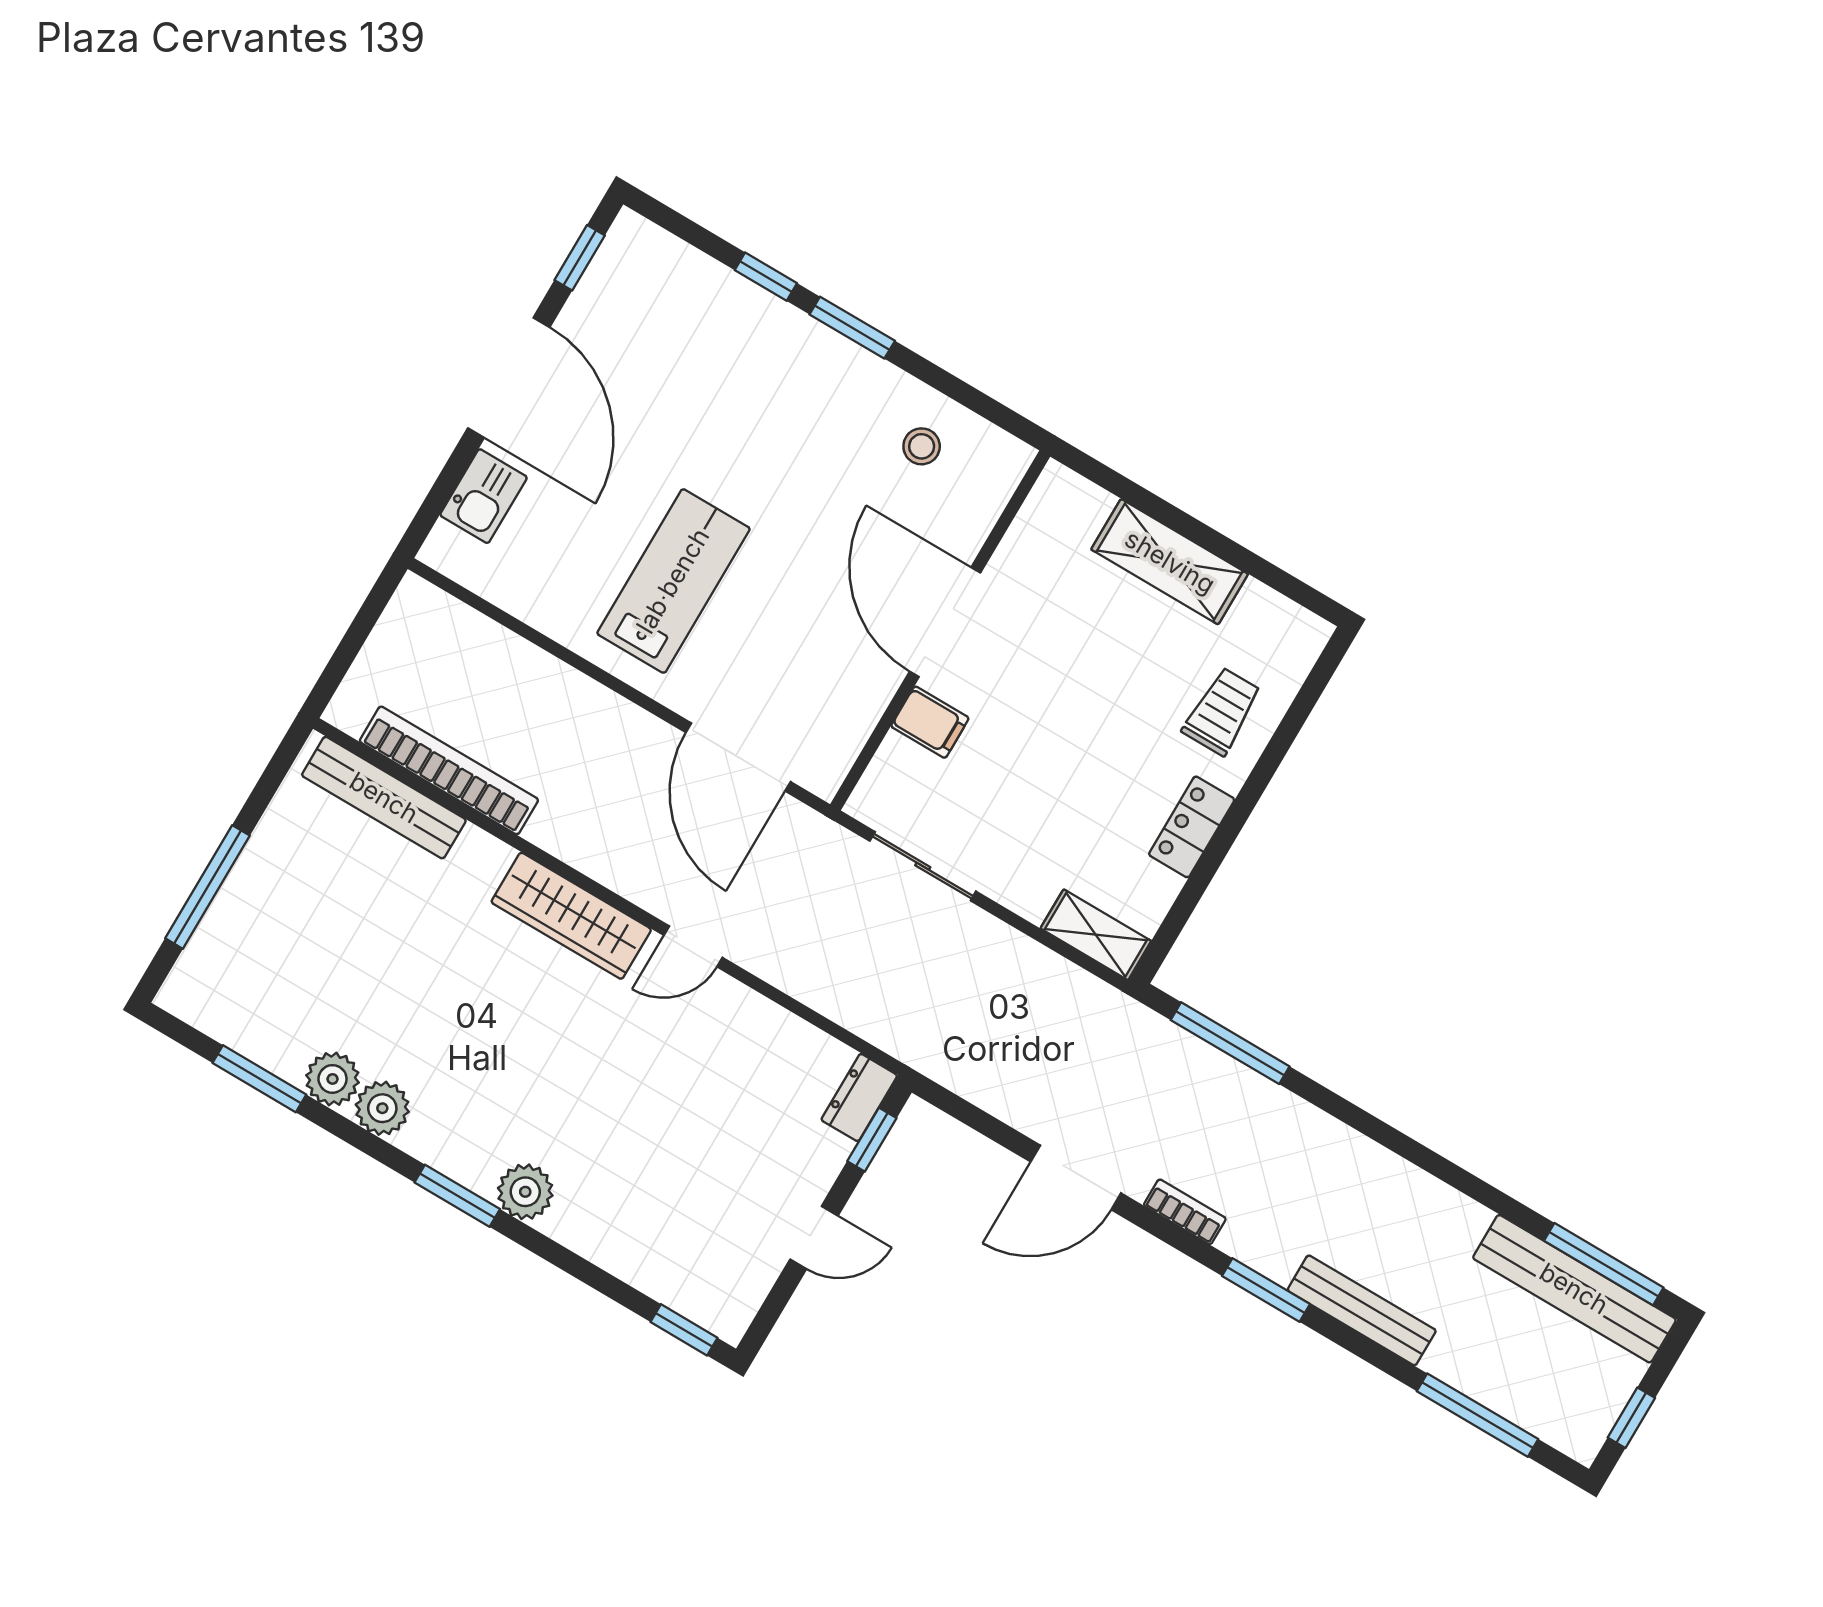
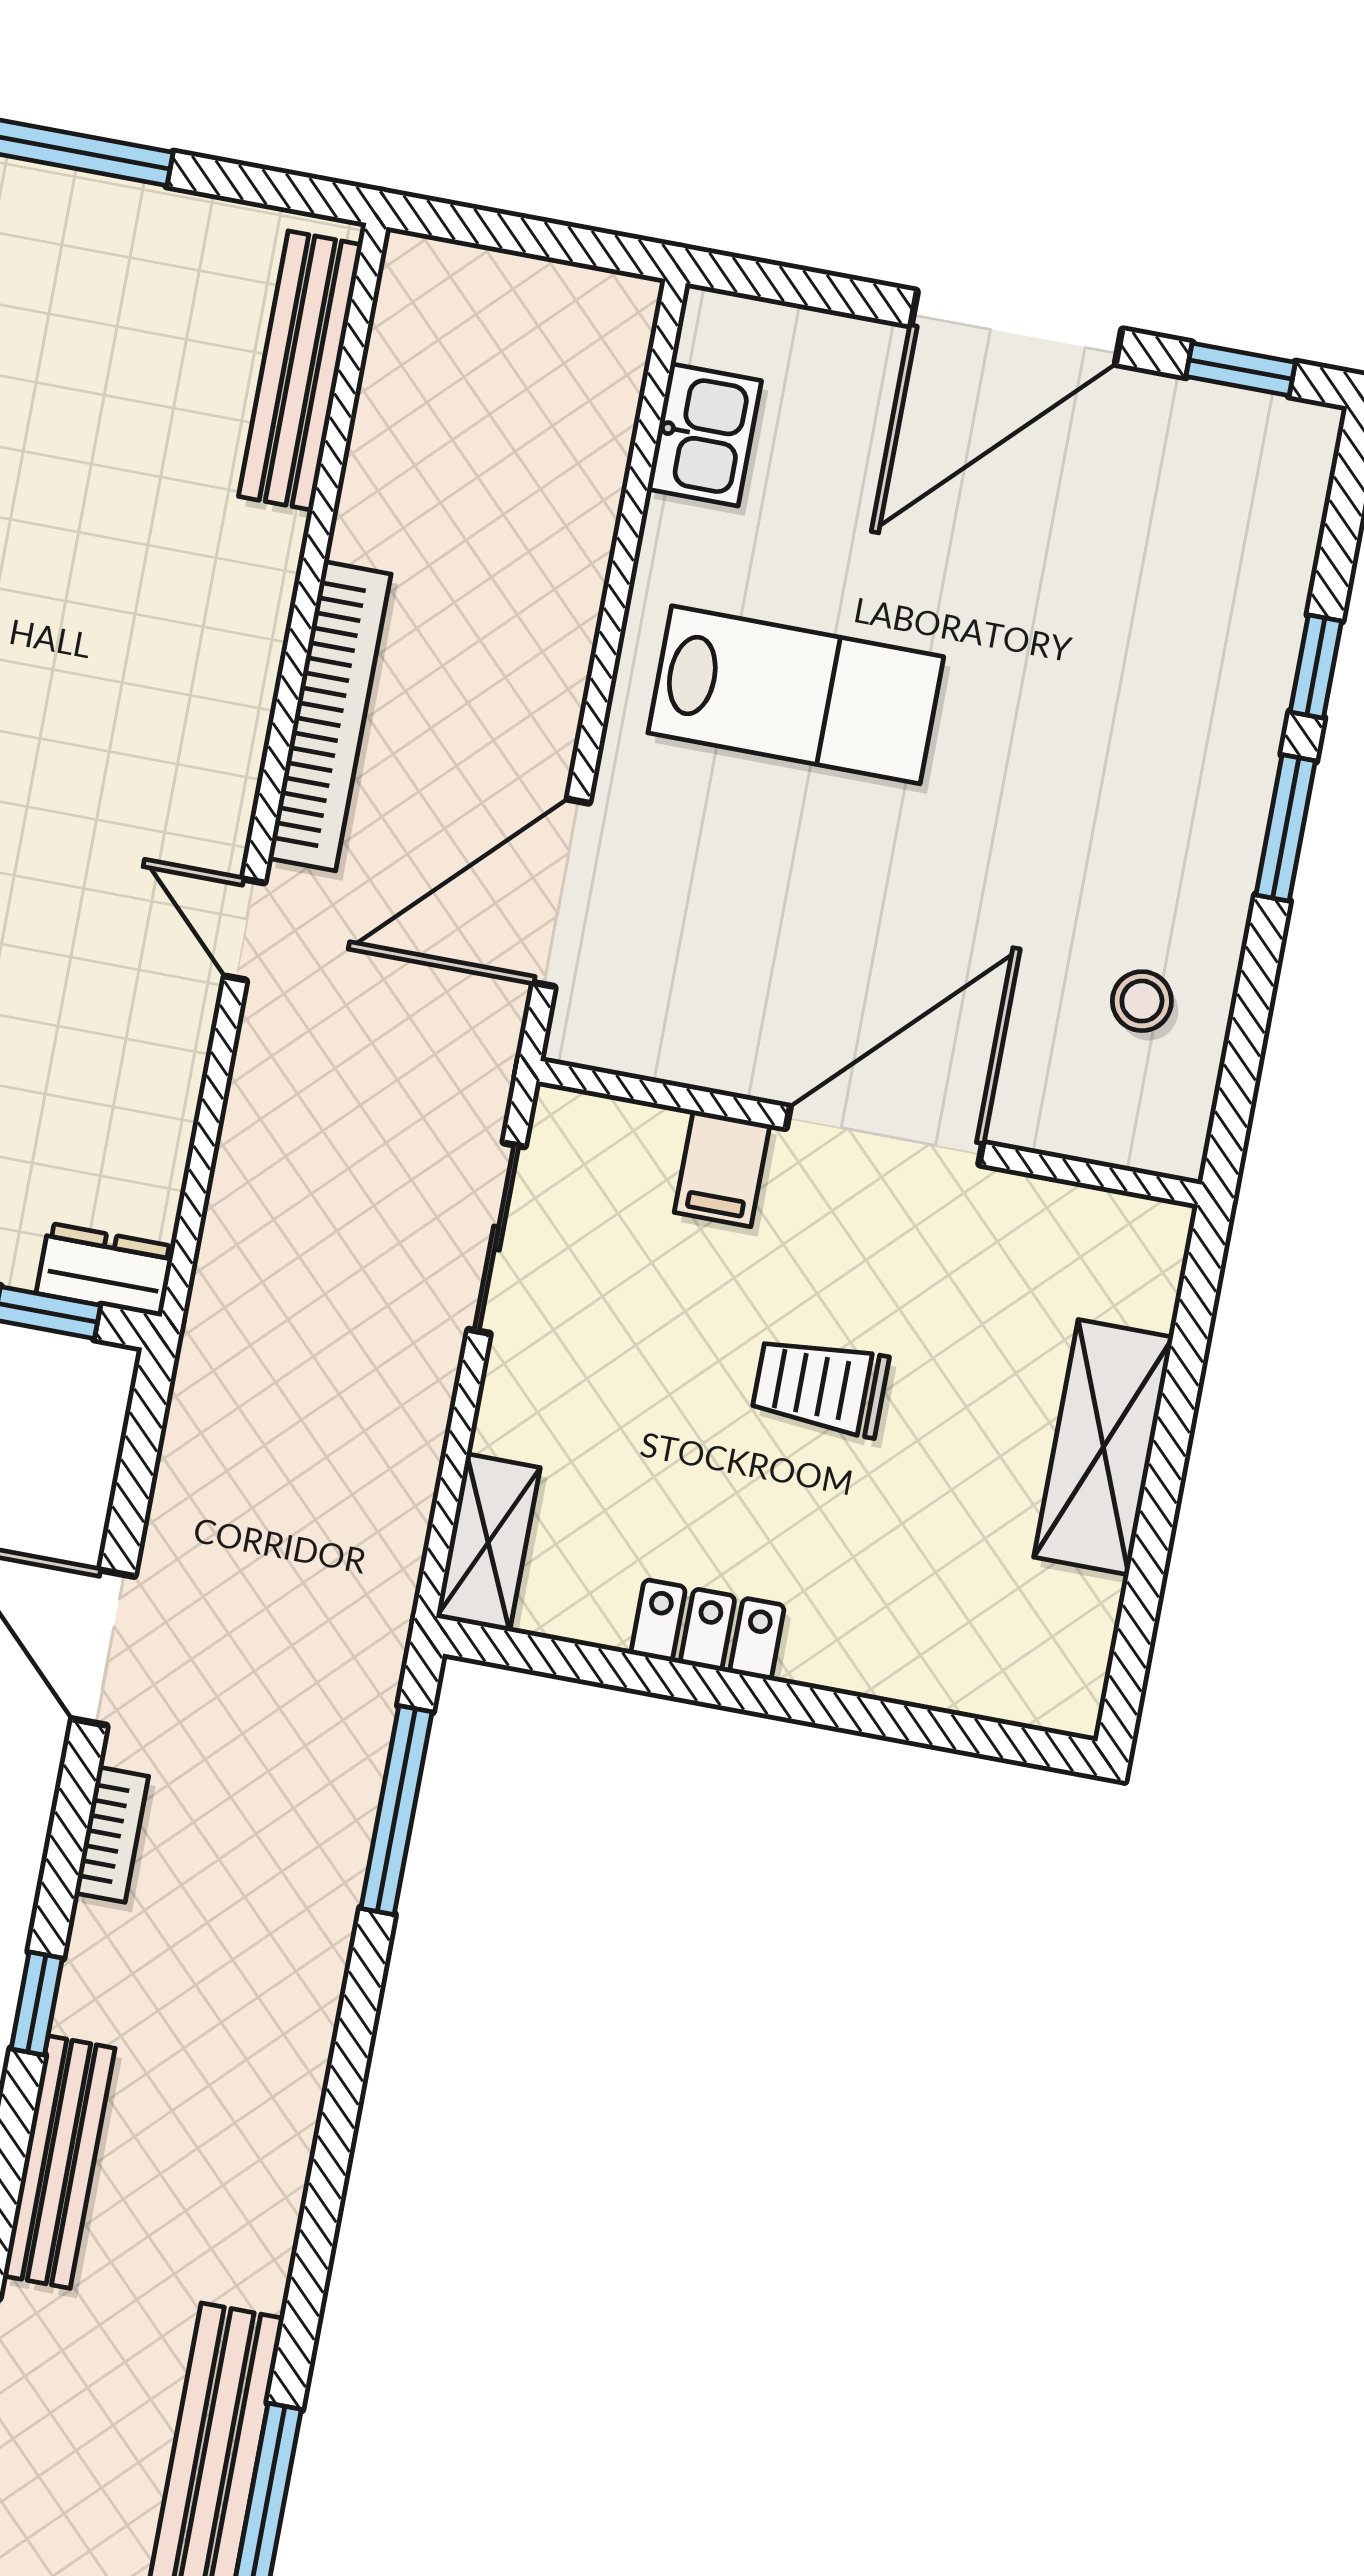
kitchen sink: (484, 496) -> (704, 435), moved, turned -90
trolley: (1222, 711) -> (820, 1386), moved, turned 180
bookcase: (449, 770) -> (330, 716), moved
wardrobe: (571, 916) -> (224, 725), removed
window: (1266, 1290) -> (37, 2004), width x0.67

